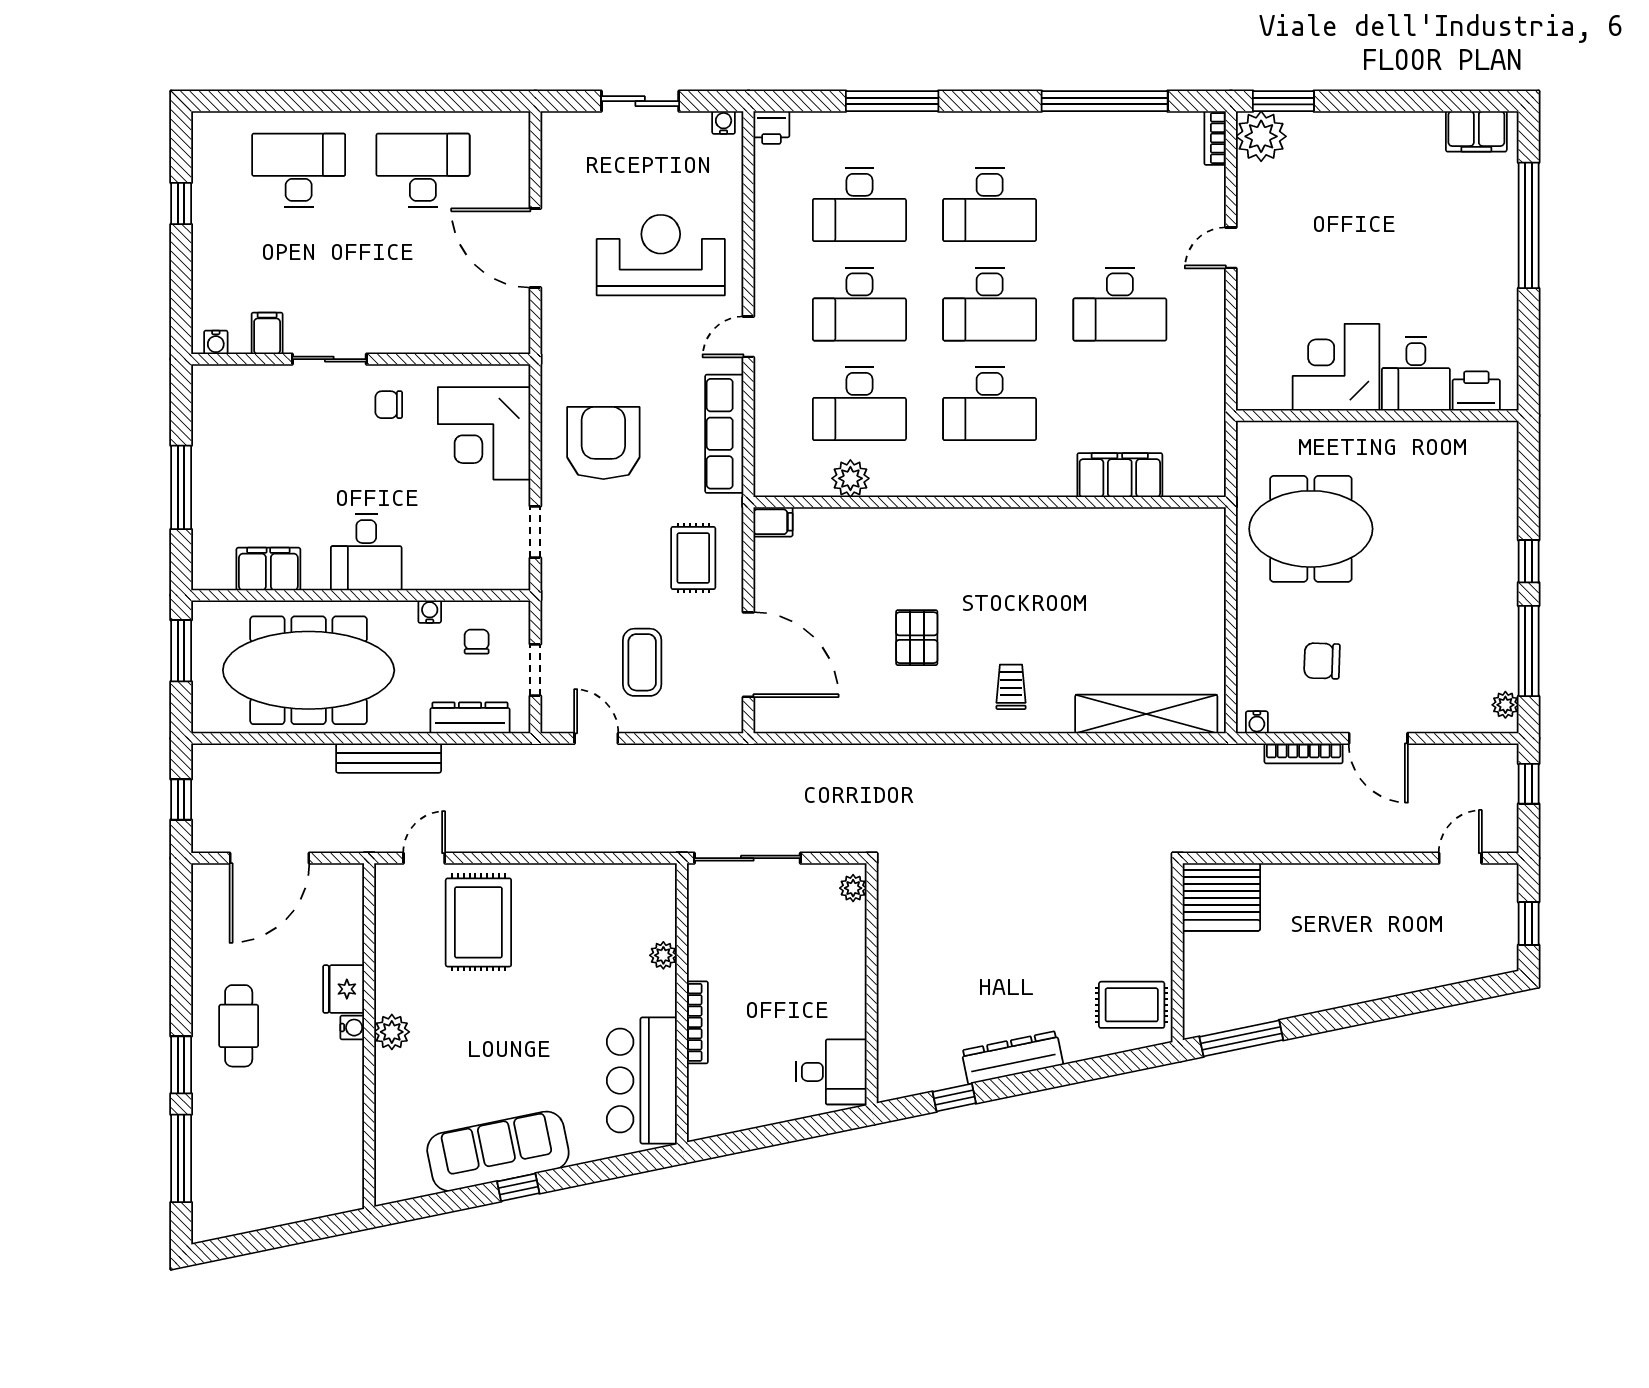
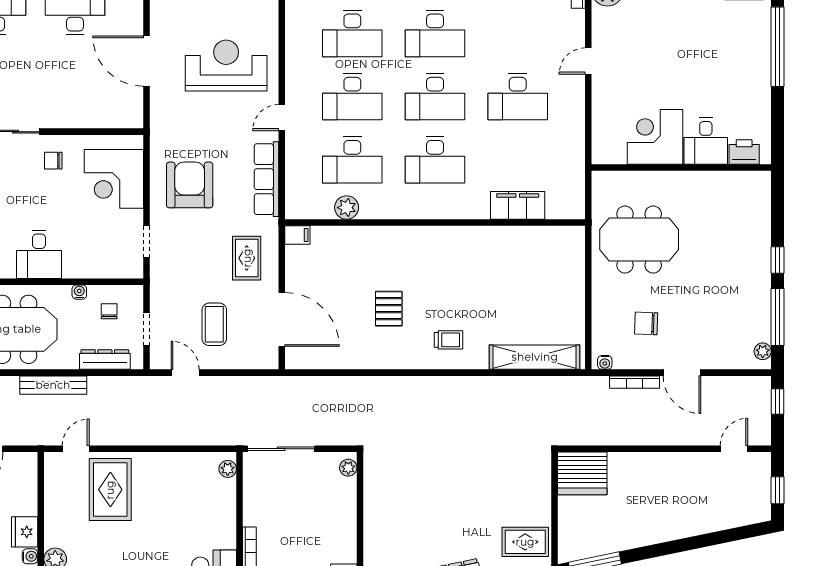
trolley: (1011, 687) -> (449, 340), turned 90
plant: (663, 955) -> (228, 469), moved

